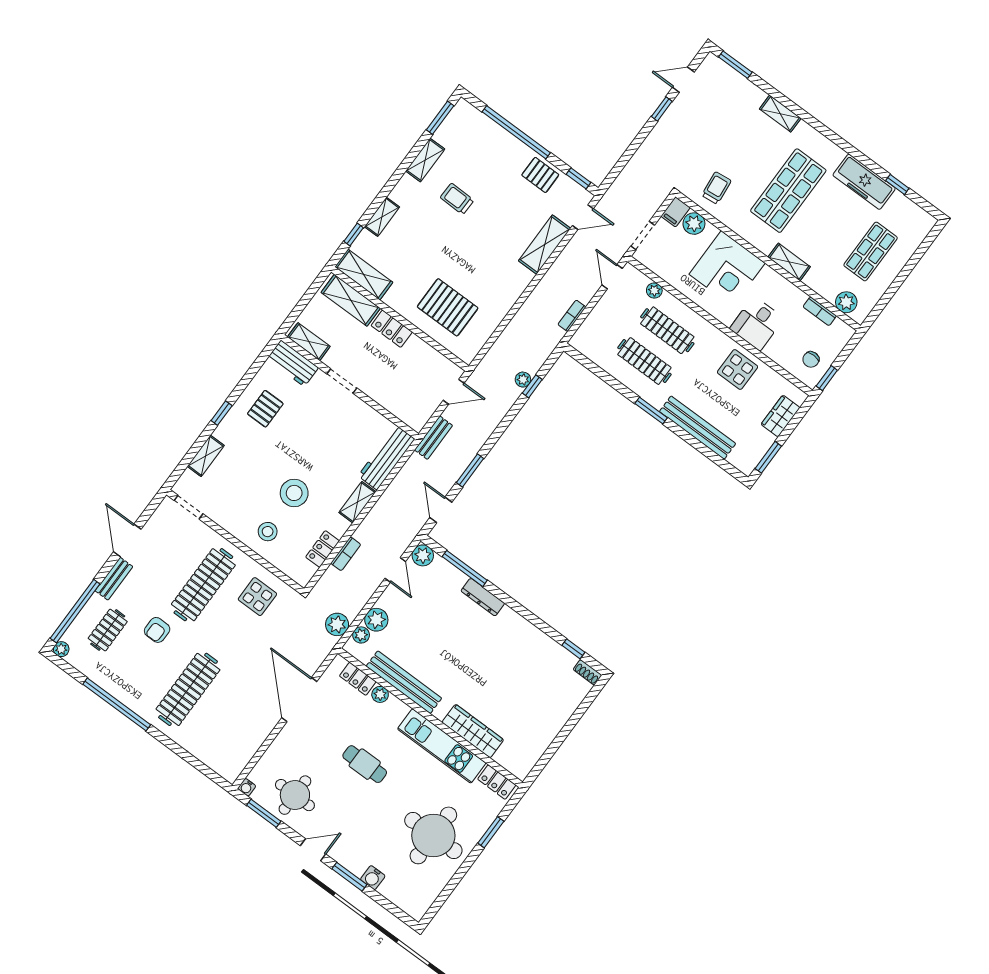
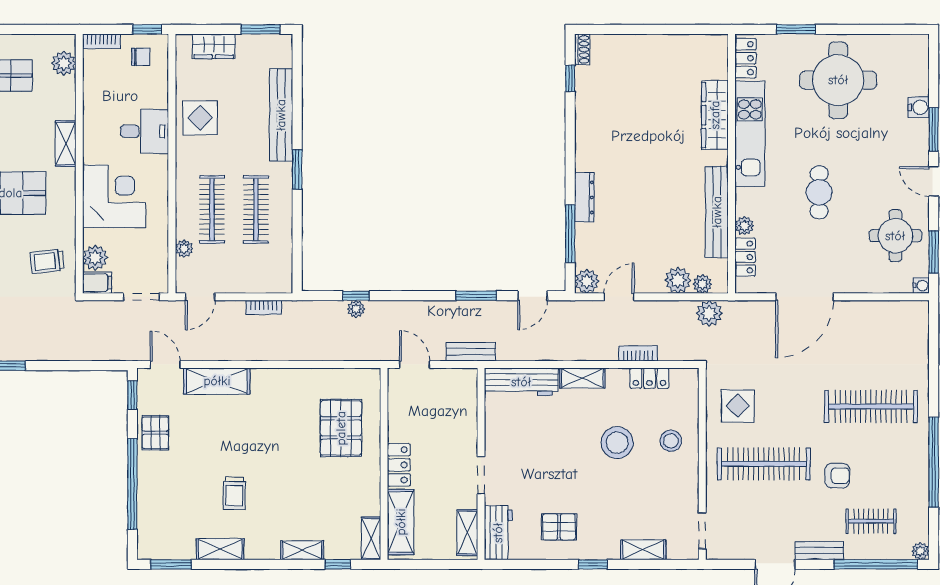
shelving: (364, 274) -> (371, 538), width x0.67, depth x0.75
bookcase: (820, 311) -> (101, 41), moved, turned 90

